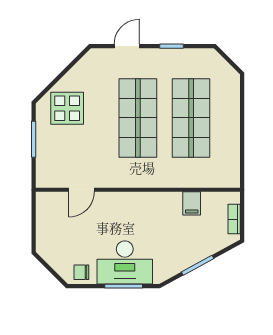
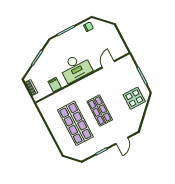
shop shelf: (138, 118) -> (100, 111), width x0.70, depth x0.74
desk: (125, 262) -> (76, 68), moved, turned 180

